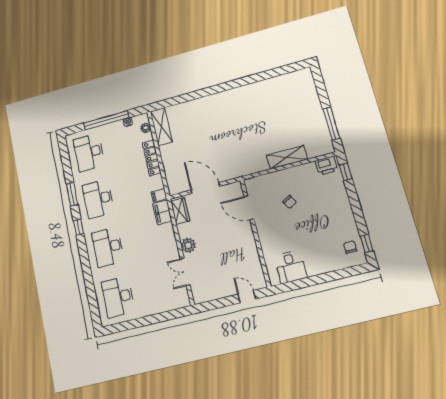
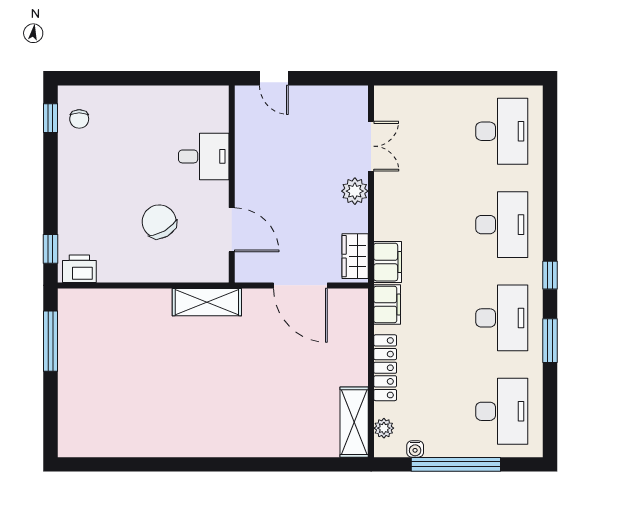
shelving: (287, 157) -> (207, 302), moved
filing cabinet: (159, 195) -> (387, 304), width x2.00
chair: (290, 202) -> (159, 222), width x1.87, depth x1.87
desk: (291, 267) -> (204, 156), moved, turned 90

